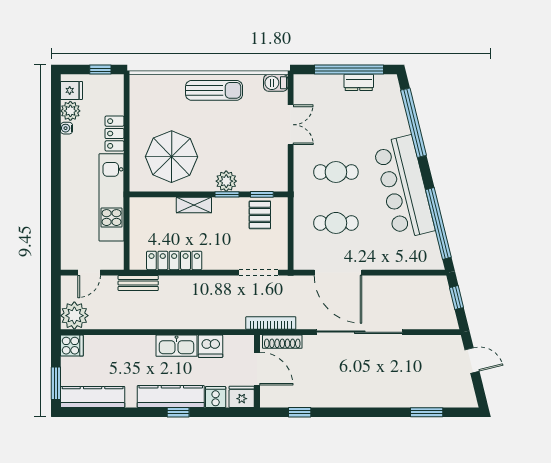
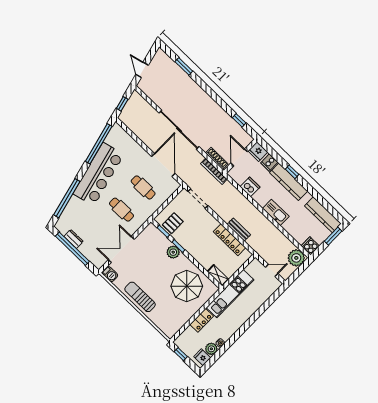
double door: (291, 125) -> (121, 249), width x1.37
shelving: (194, 205) -> (218, 275), moved
bench: (138, 283) -> (239, 230), moved
kitchen sink: (177, 346) -> (276, 212), moved

